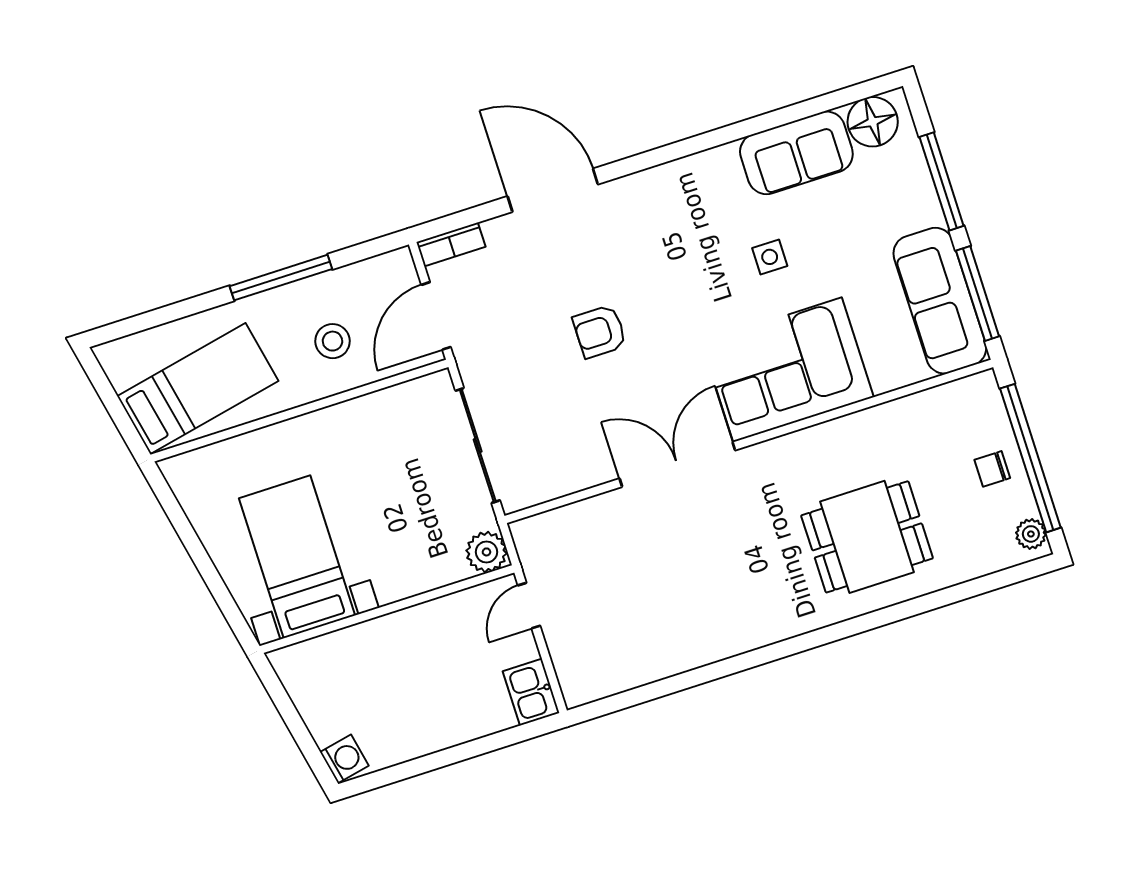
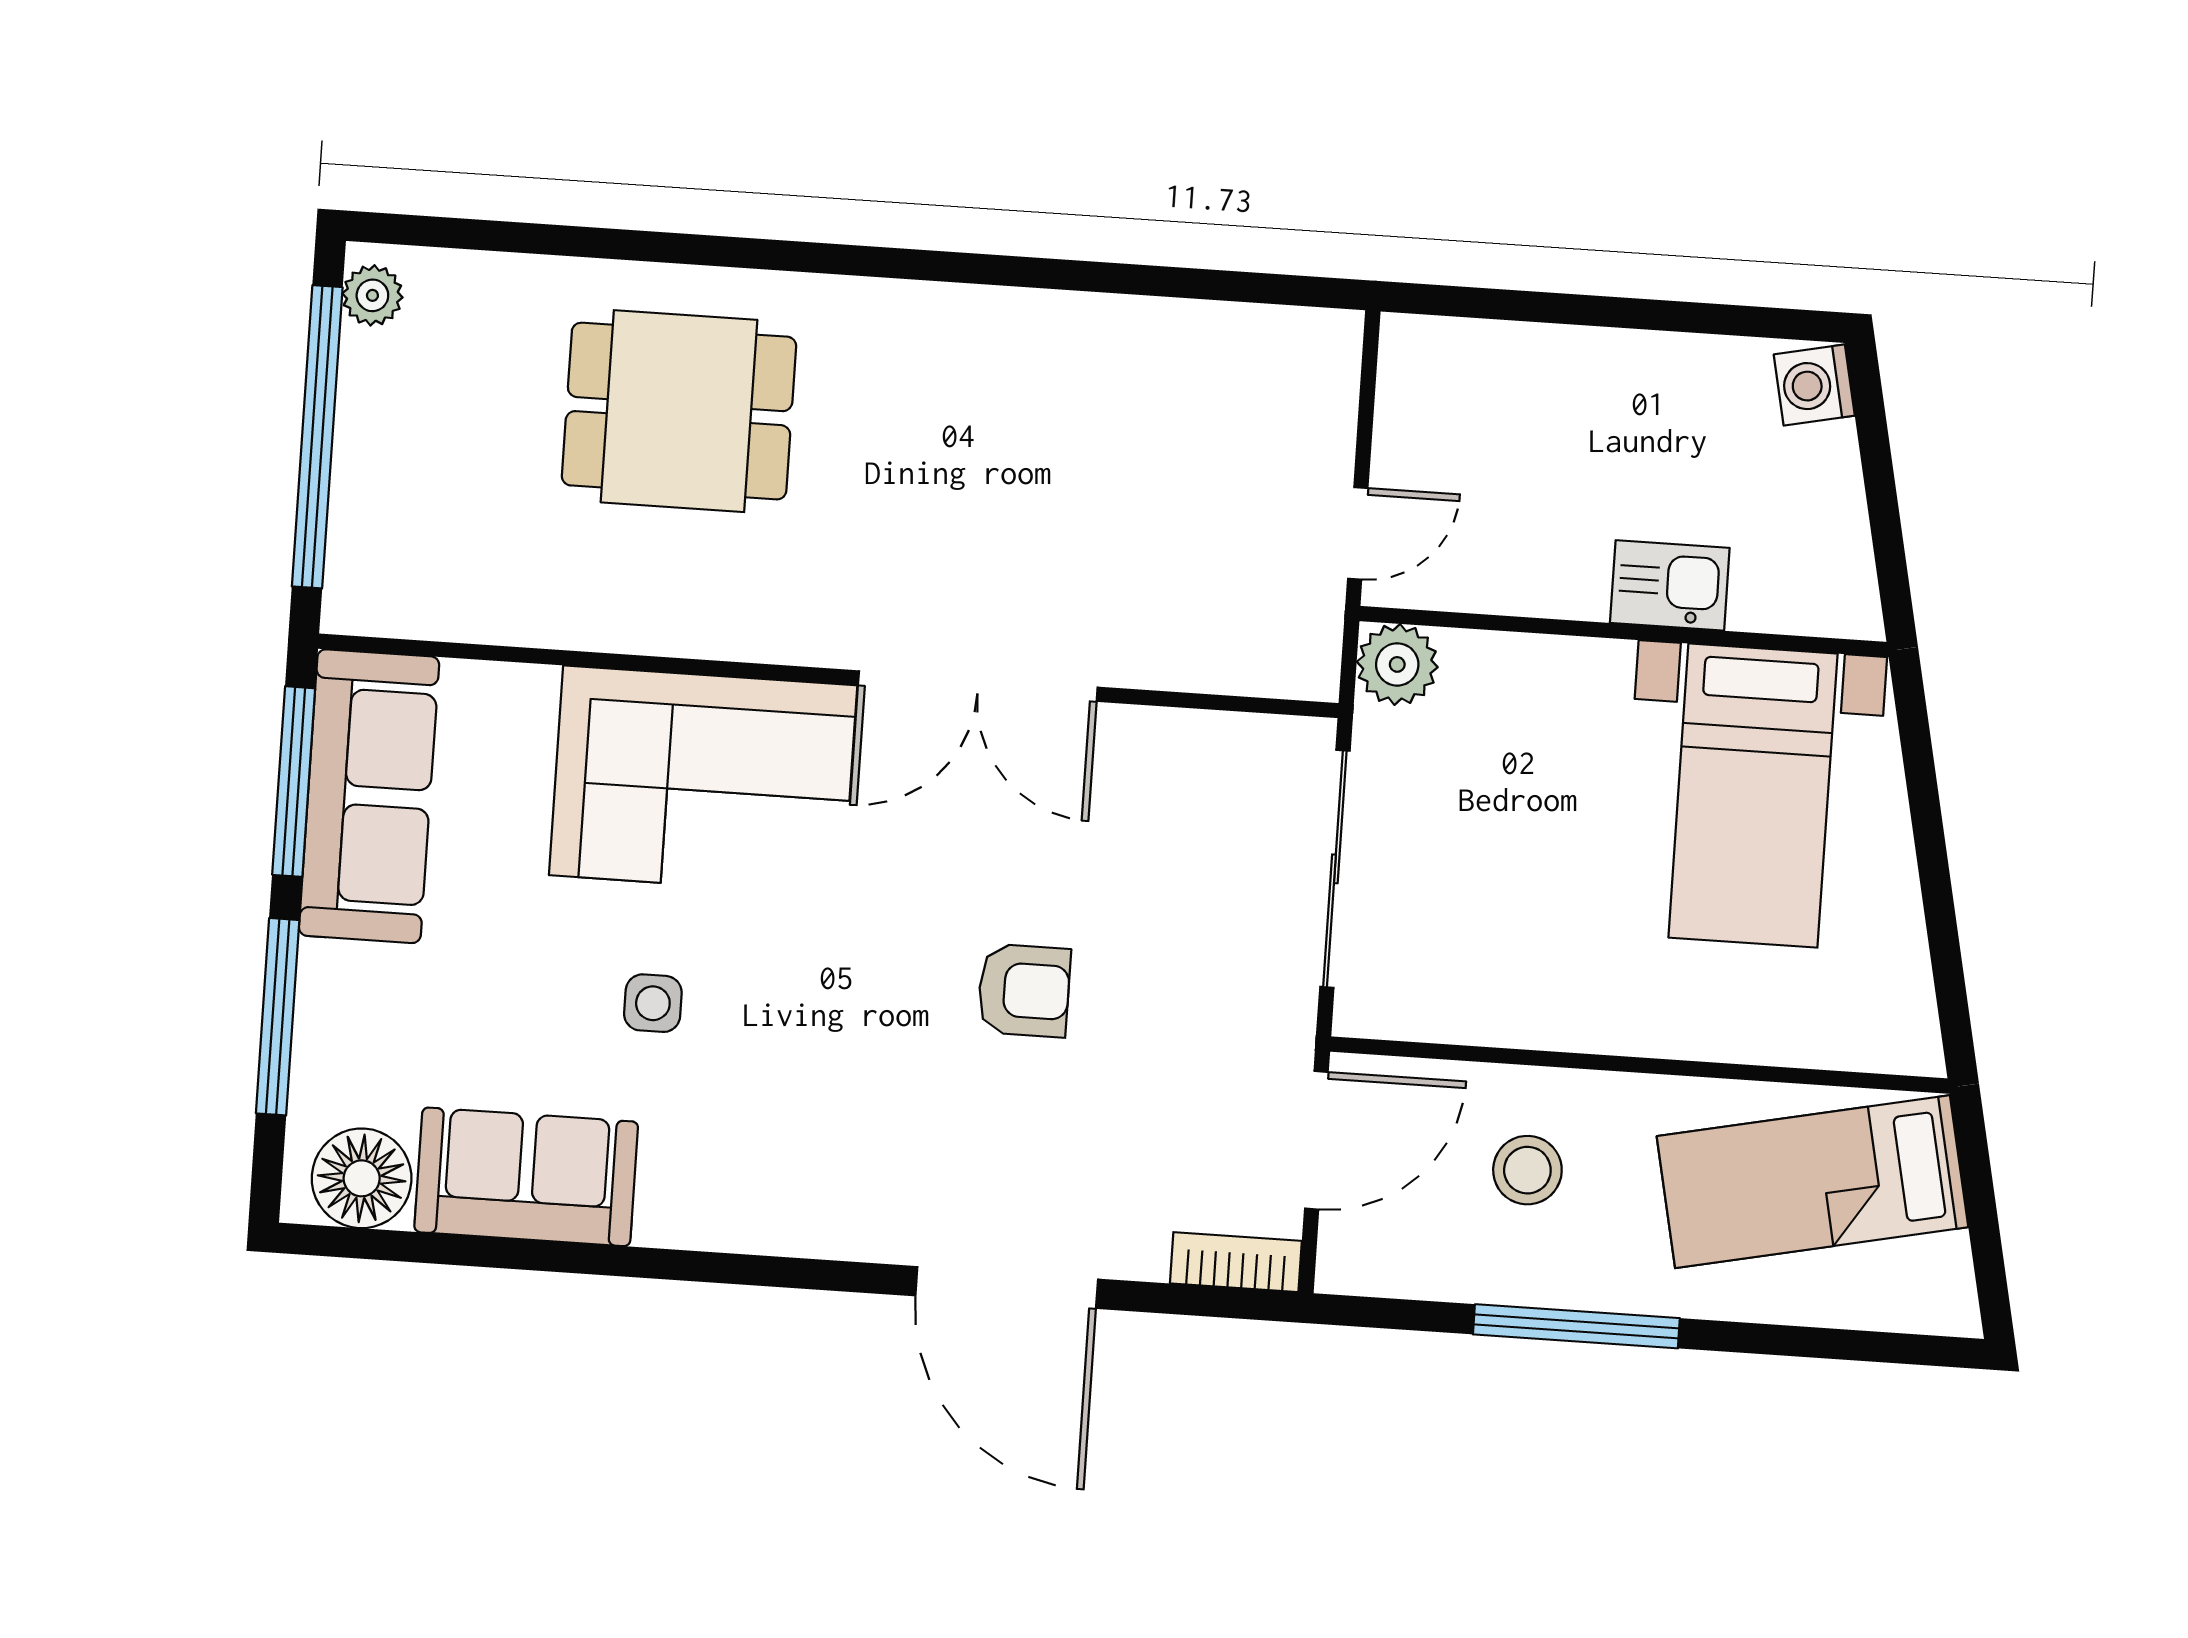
chair: (992, 469) -> (396, 445), removed
kitchen sink: (531, 692) -> (1670, 585), moved, turned -90

